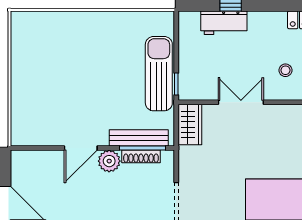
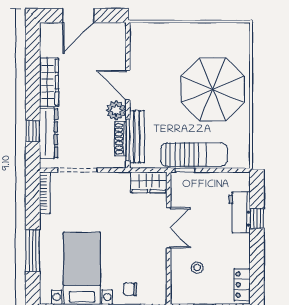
parasol: (86, 53) -> (213, 89), added

